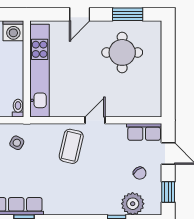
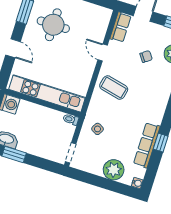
door: (95, 120) -> (103, 52), moved
chair: (140, 173) -> (146, 57), moved

